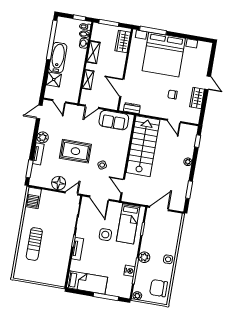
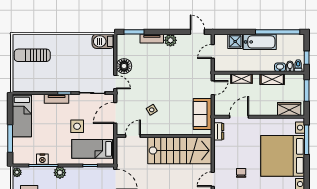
door: (92, 107) -> (213, 88), swing flipped
rug: (75, 151) -> (162, 78), removed
sun lounger: (34, 244) -> (32, 55), moved

